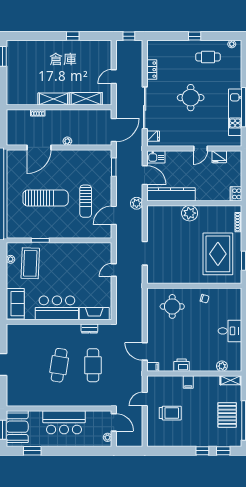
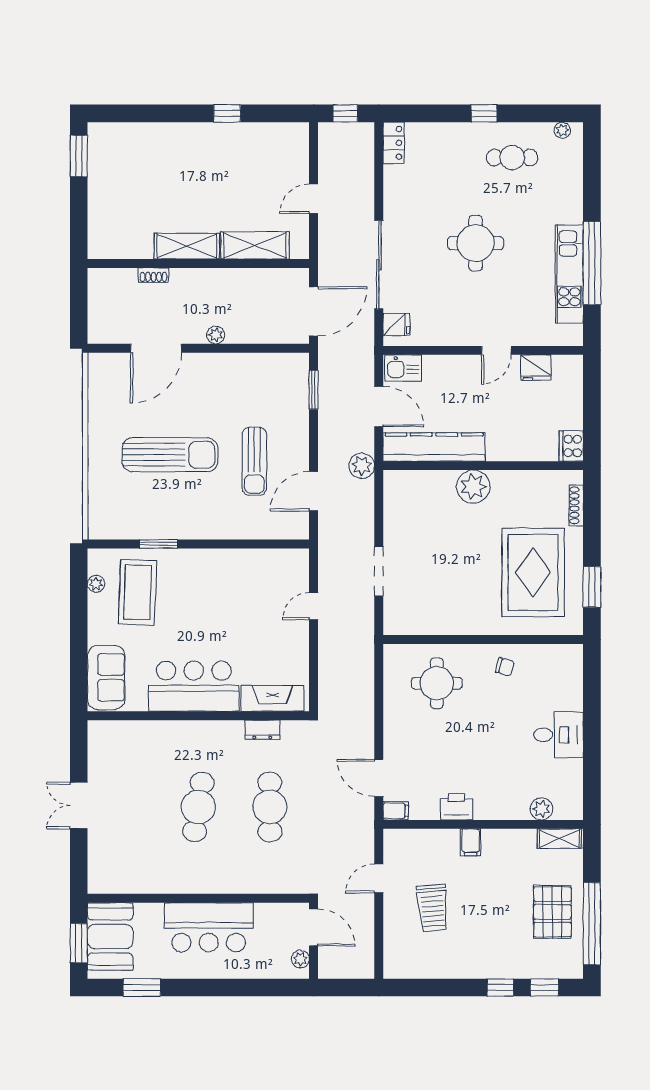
locker: (152, 70) -> (394, 143), moved
trolley: (170, 413) -> (433, 908), turned 85

